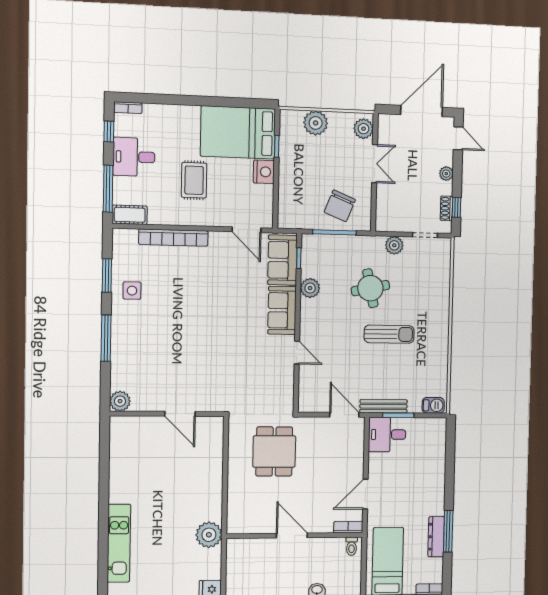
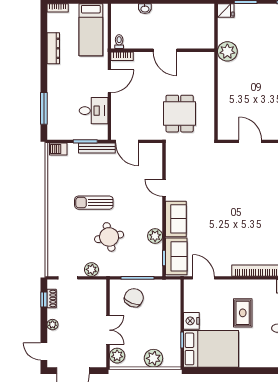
double door: (375, 164) -> (108, 330), swing flipped
desk: (387, 435) -> (94, 111), moved
window: (448, 531) -> (44, 108), moved

